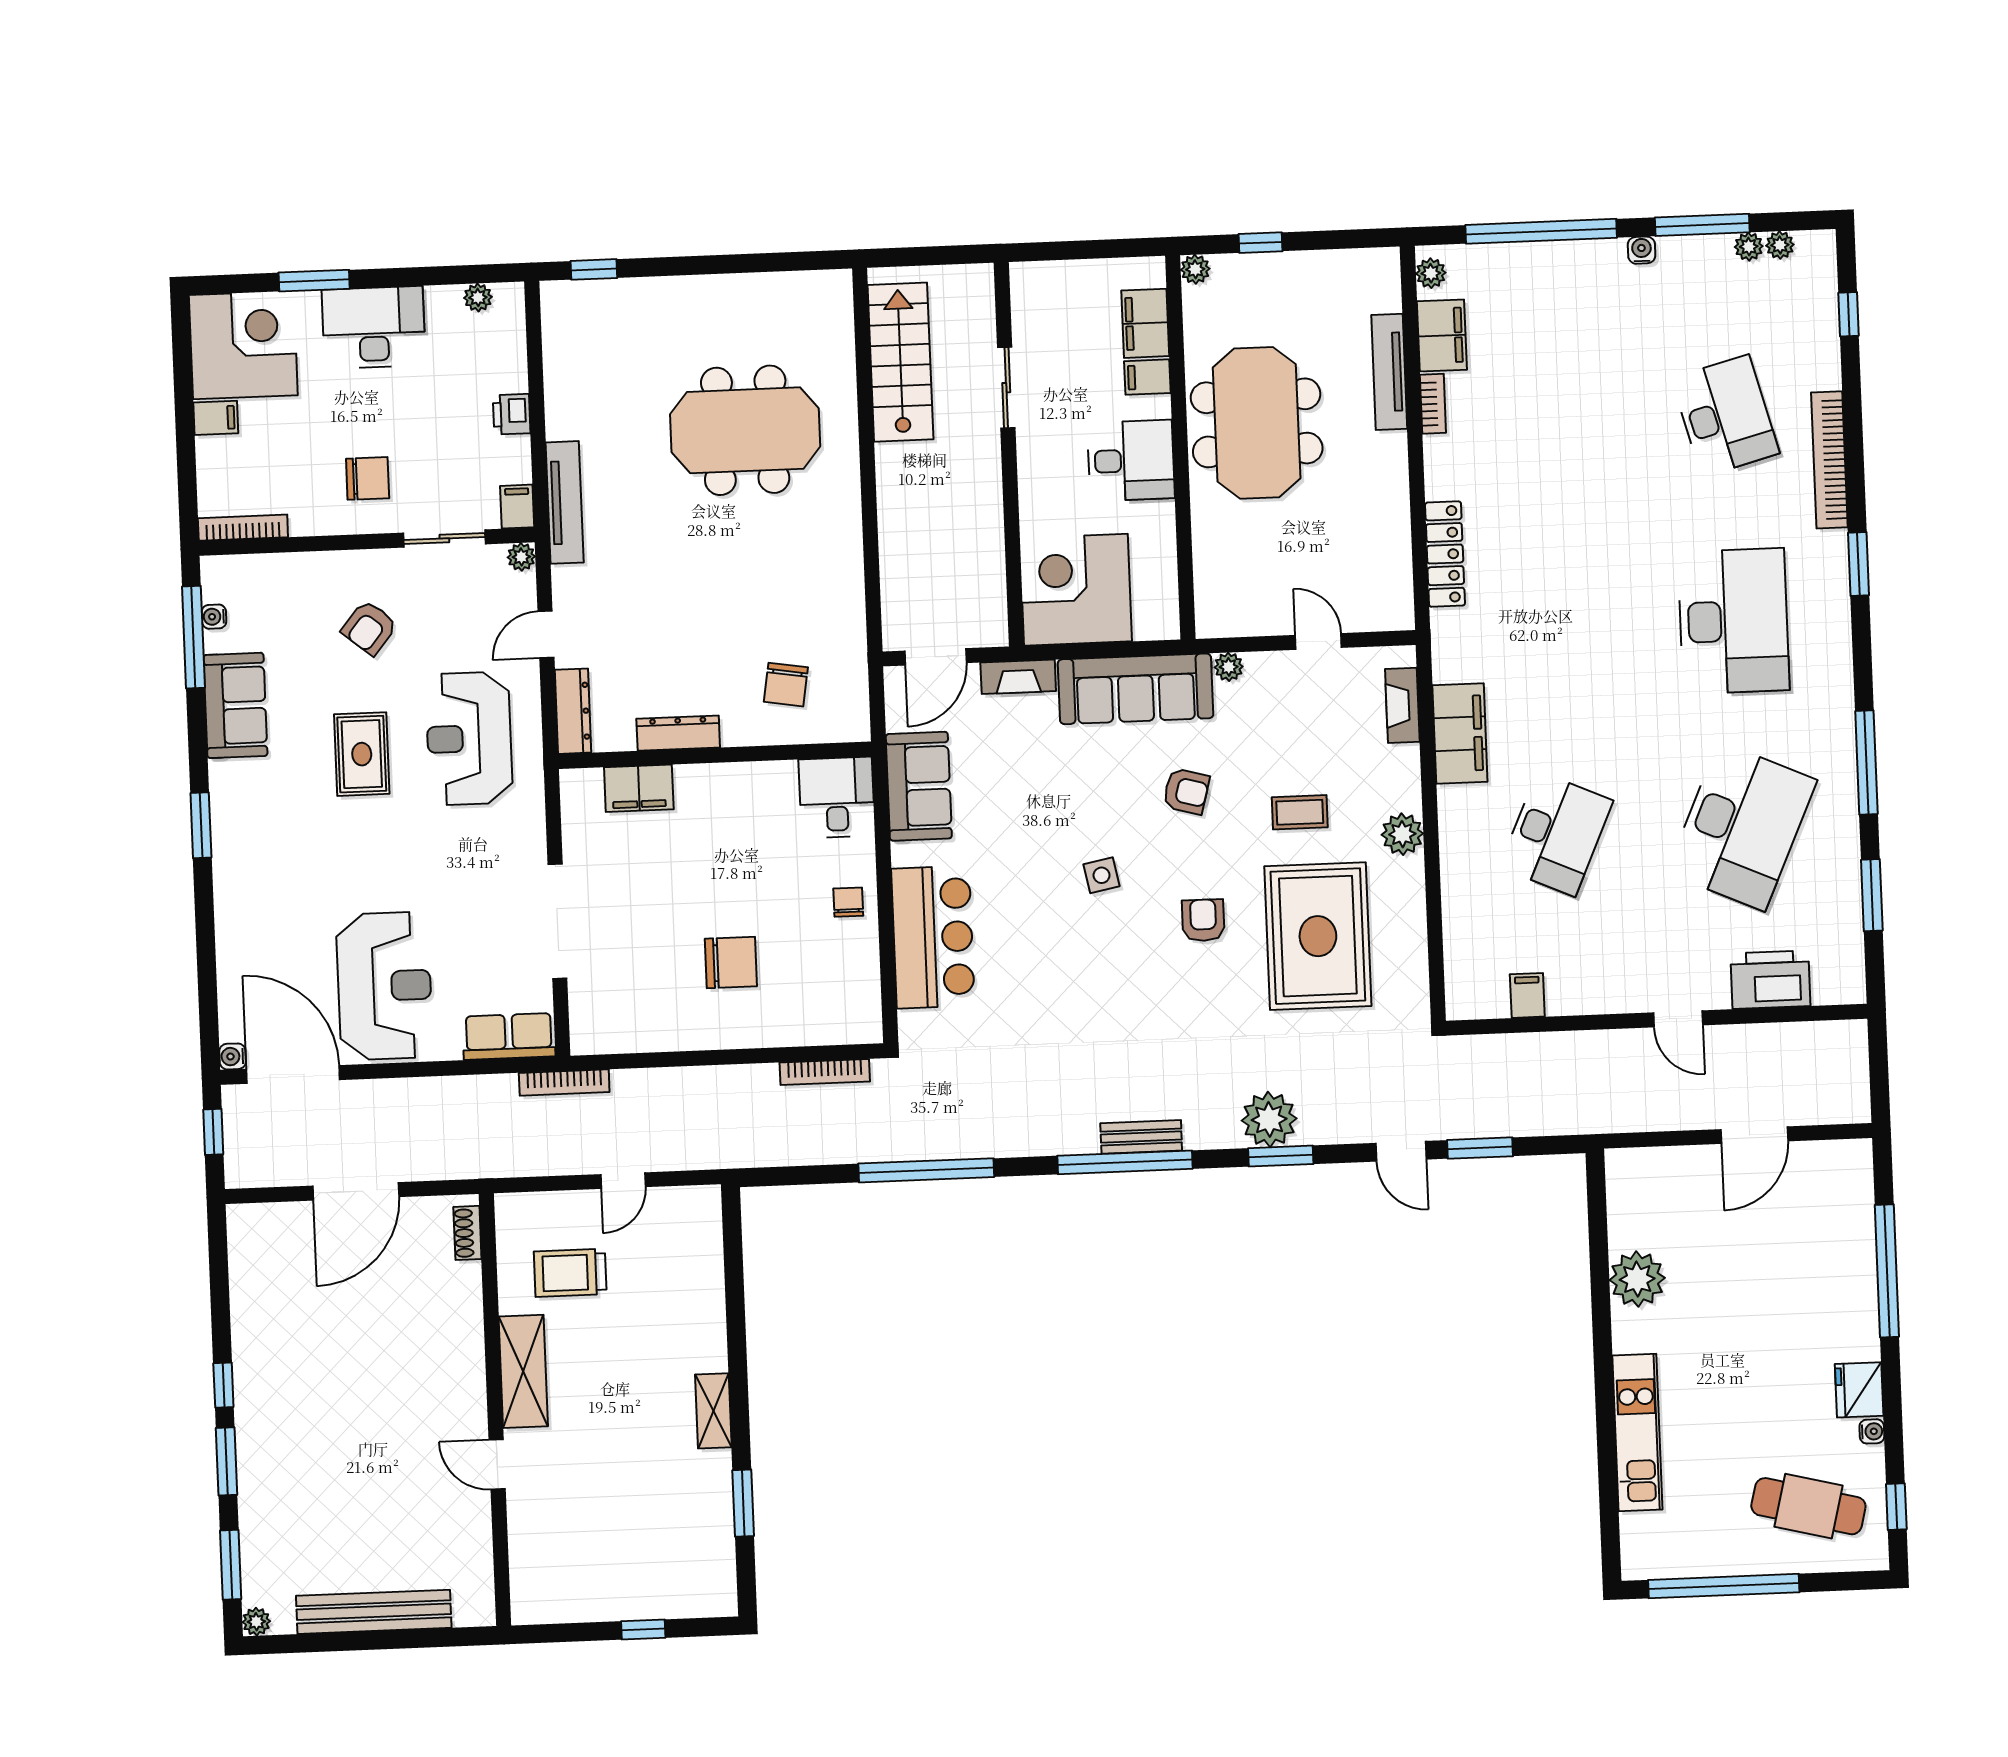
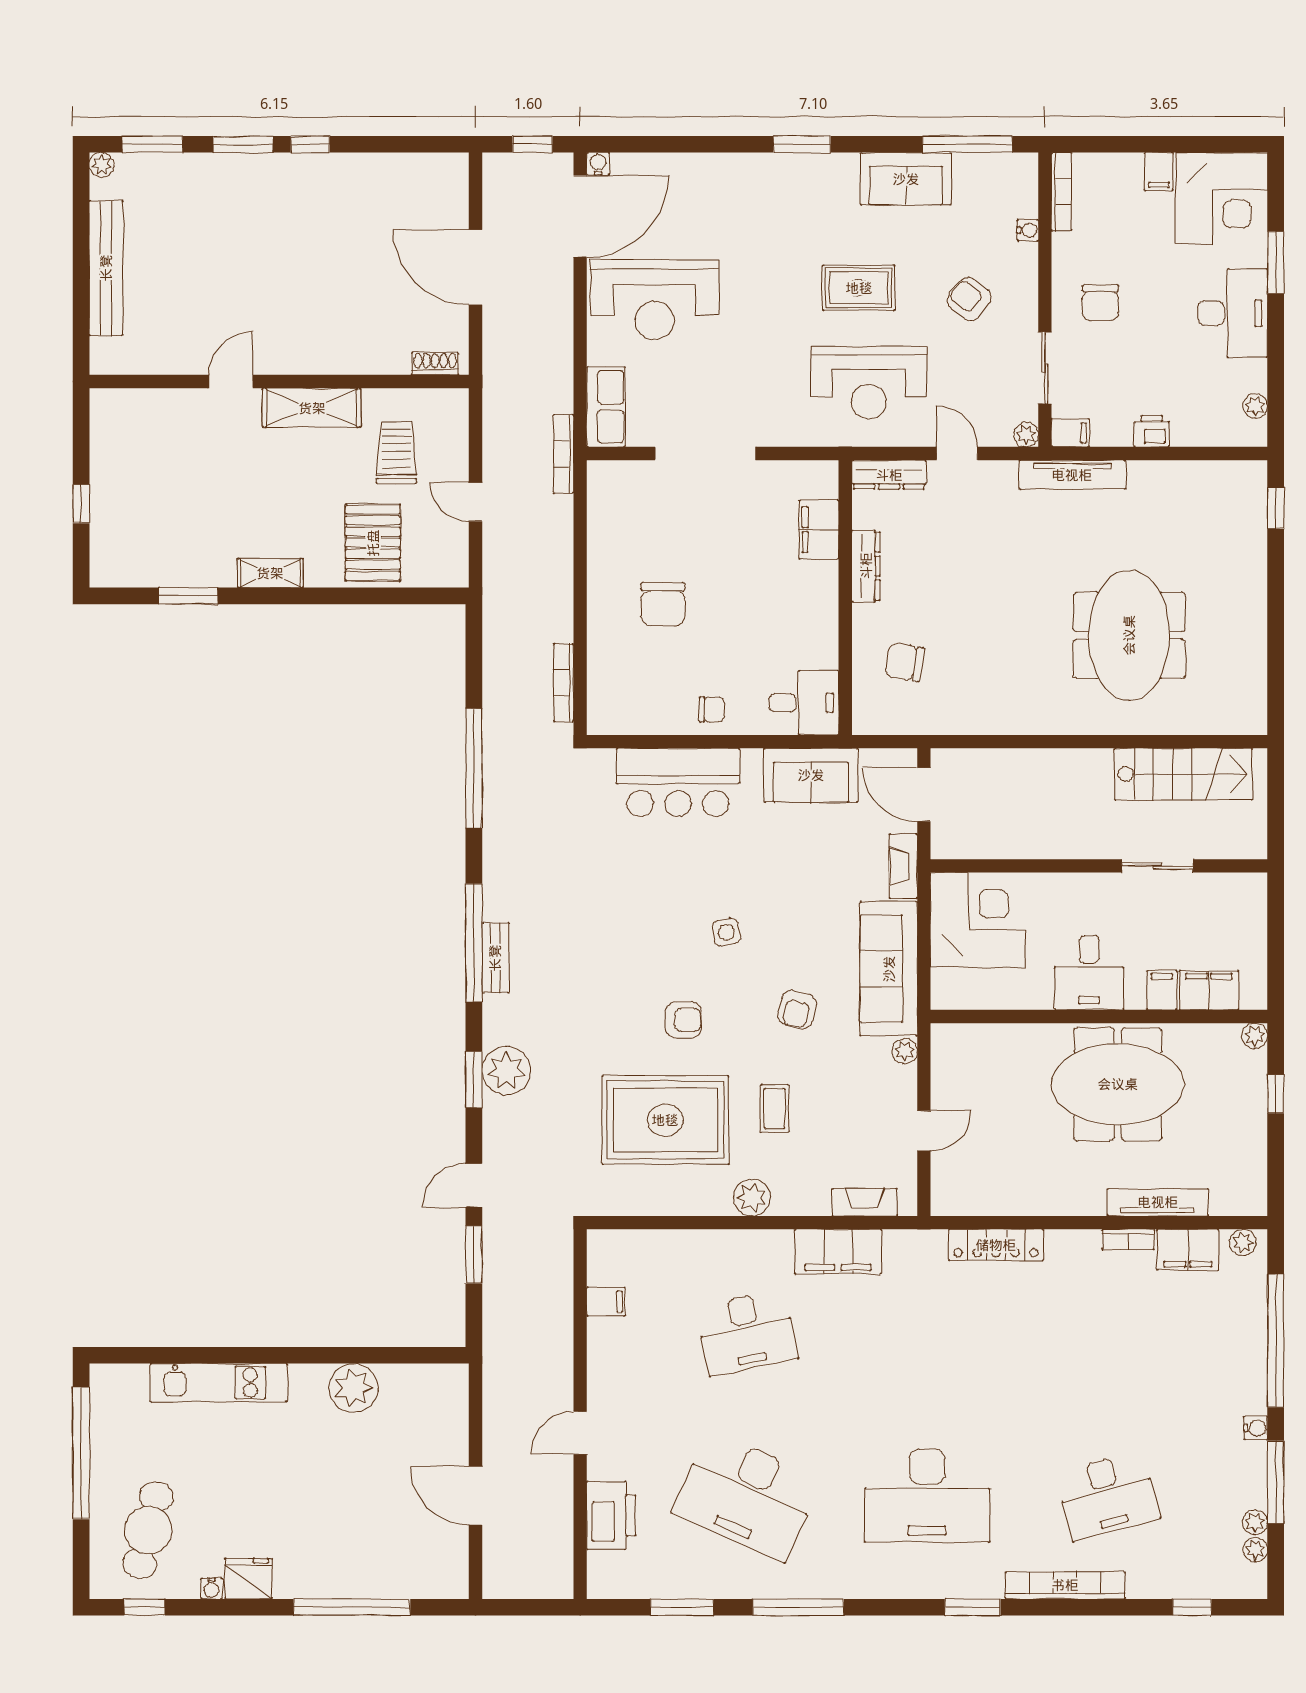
water cooler: (214, 617) -> (1028, 230), moved, turned 90
reception desk: (469, 738) -> (869, 382), turned 180
desk: (1556, 834) -> (747, 1333), turned -36
pallet: (674, 1296) -> (373, 543), added

